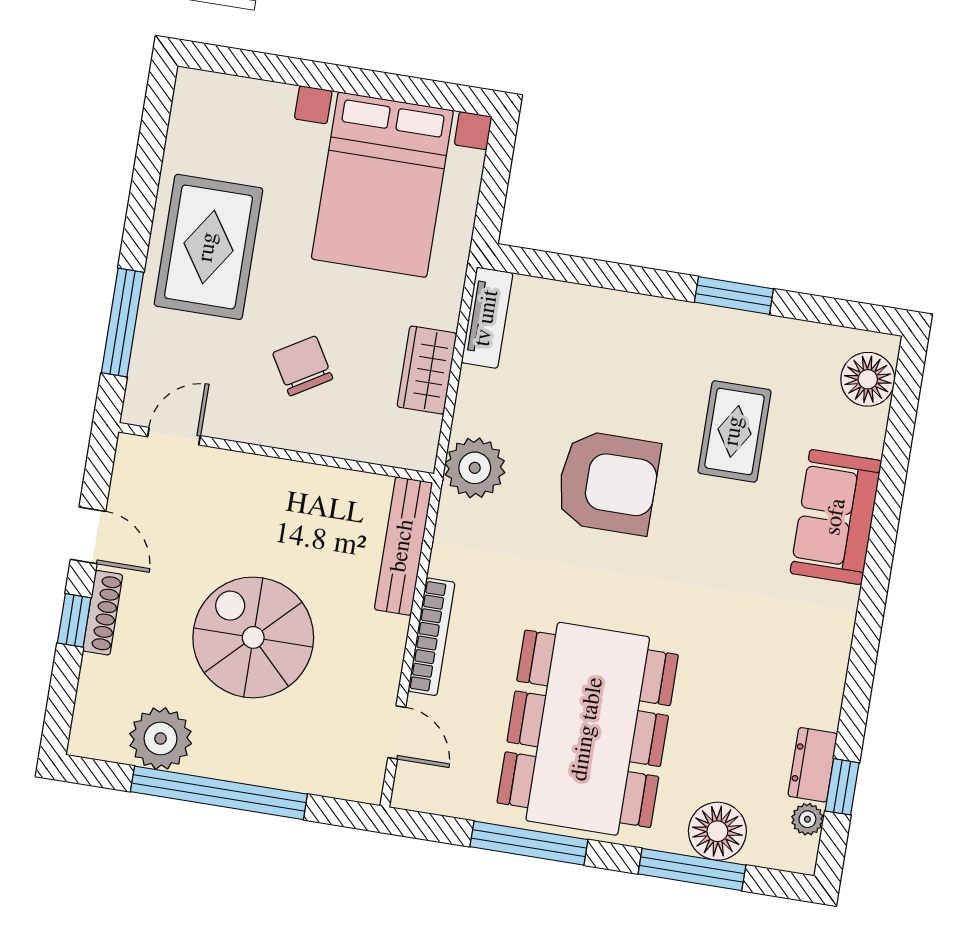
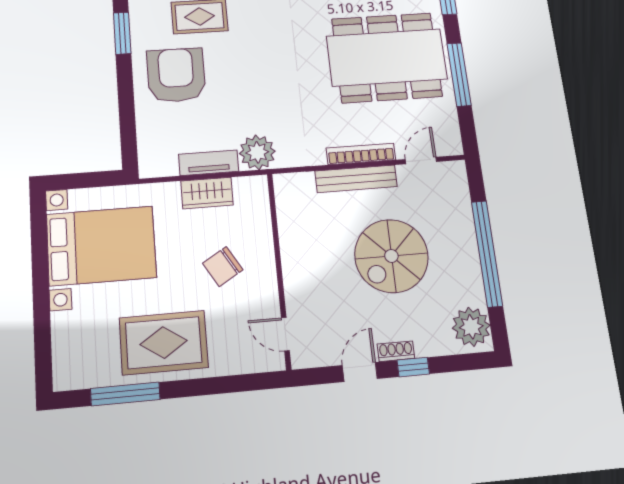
tv unit: (487, 318) -> (209, 163), moved
window: (122, 323) -> (125, 394), moved
armchair: (608, 483) -> (176, 75), moved
bench: (403, 546) -> (356, 179), moved
shoe rack: (103, 613) -> (396, 351), width x0.70
plant: (161, 739) -> (471, 327), moved

